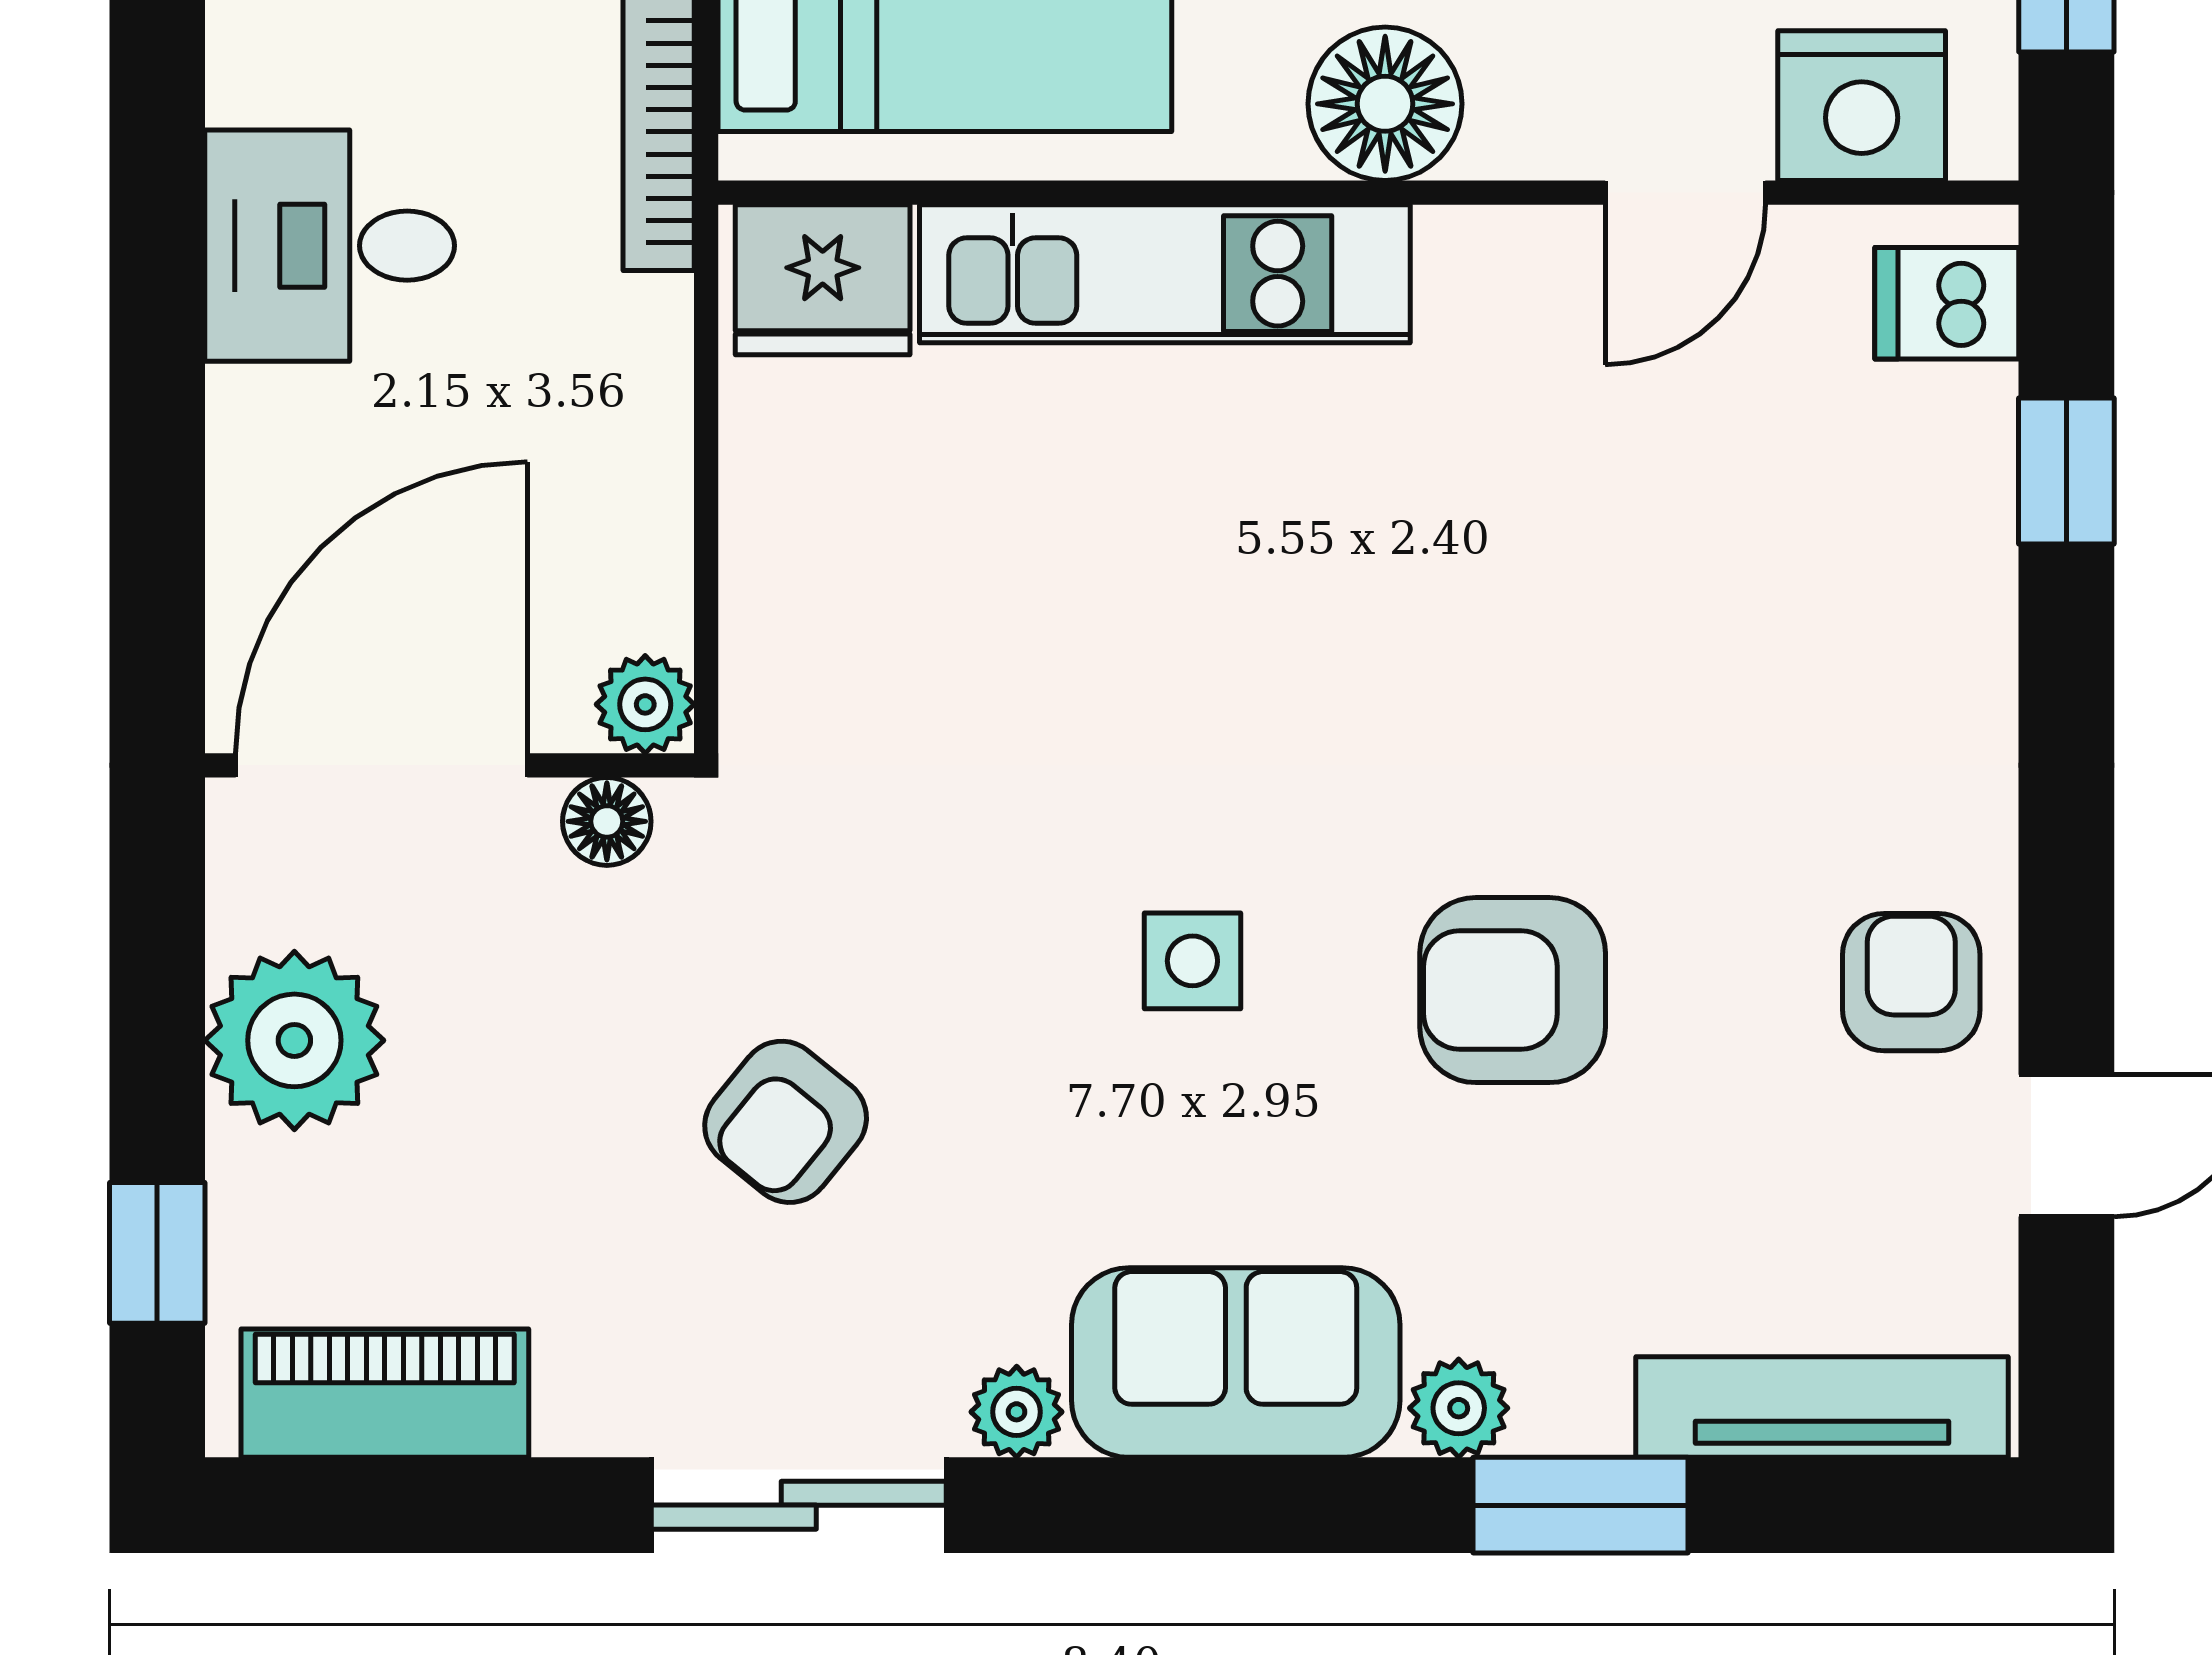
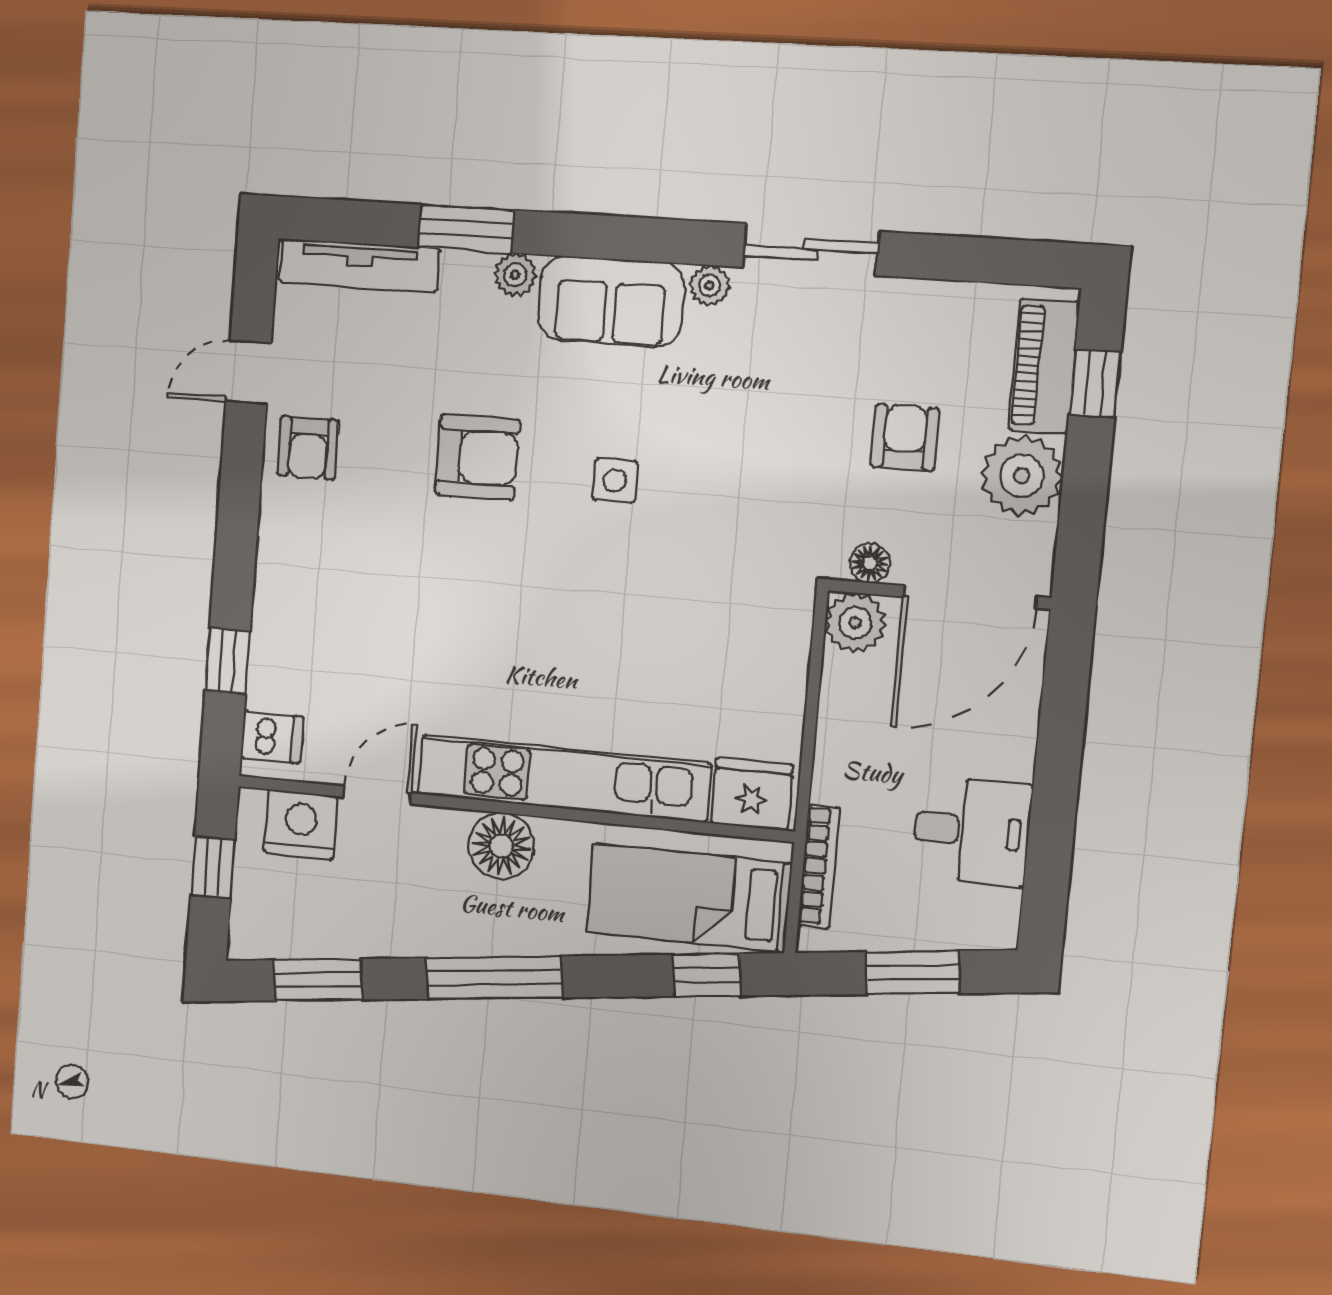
kitchen unit: (1165, 274) -> (563, 778), width x1.36
plant: (645, 704) -> (855, 623), width x1.38, depth x1.38
armchair: (786, 1122) -> (905, 437), moved, turned -39
piano: (385, 1393) -> (1044, 366), moved, turned 90

